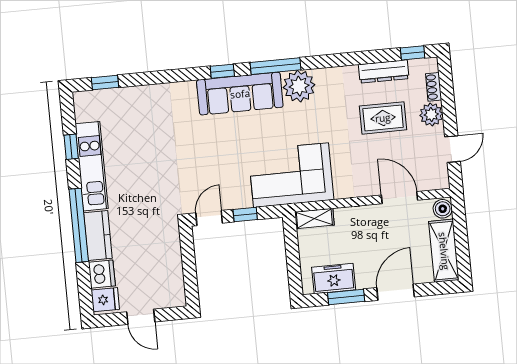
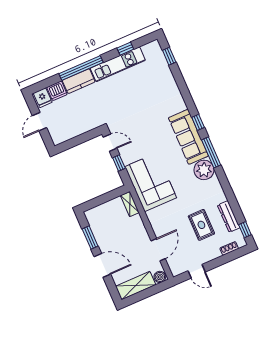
plant: (431, 114) -> (213, 252), removed
freezer: (334, 279) -> (98, 227), removed

